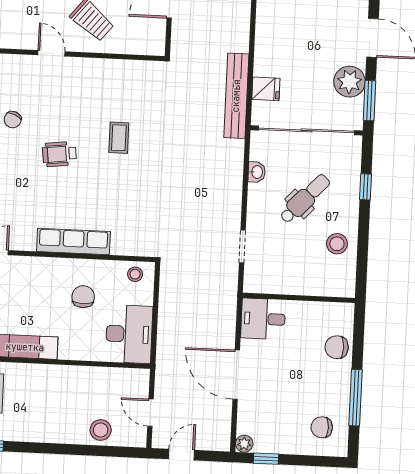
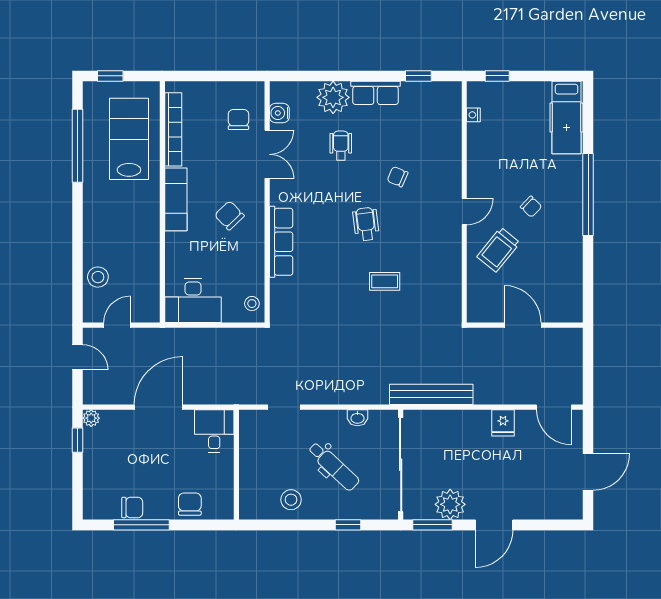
fridge: (266, 89) -> (503, 423), moved
chair: (83, 297) -> (229, 215), moved, turned -134
chair: (322, 427) -> (132, 508), moved, turned 90

